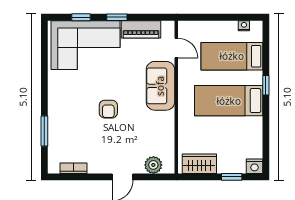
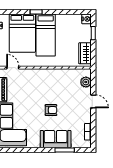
door: (176, 48) -> (13, 68), hinge flipped
bed: (232, 56) -> (22, 33), width x1.50
sofa: (160, 86) -> (56, 139), moved, turned 180

